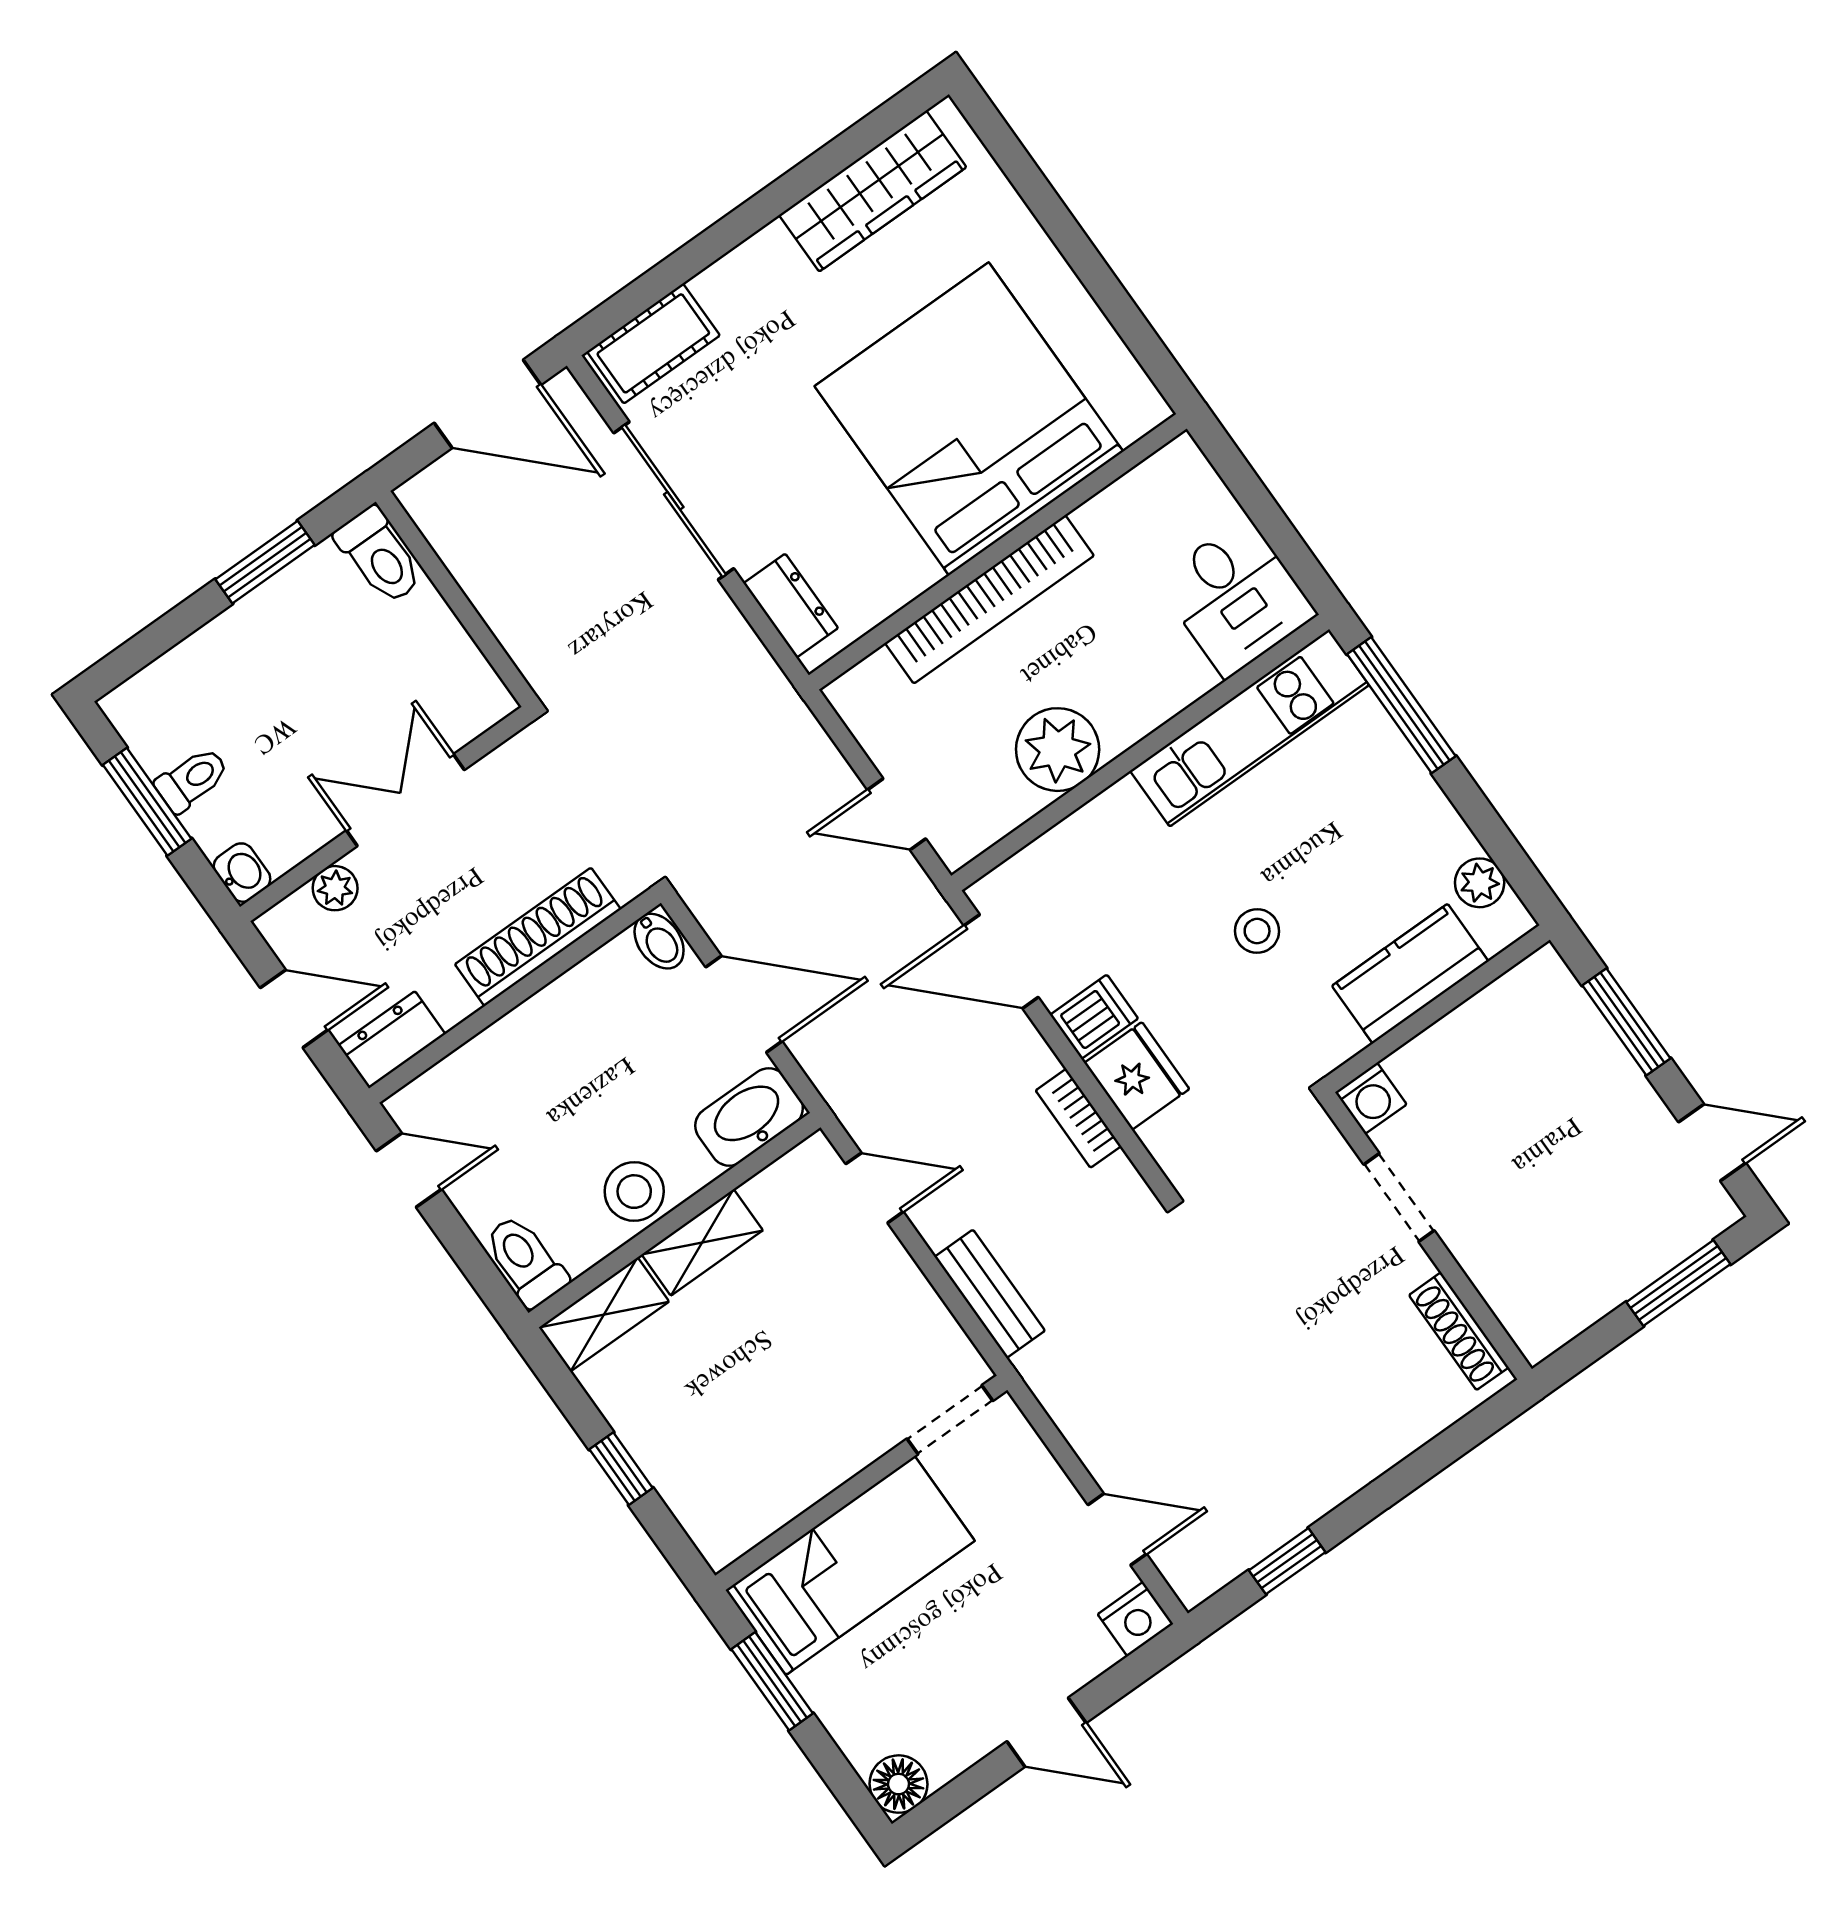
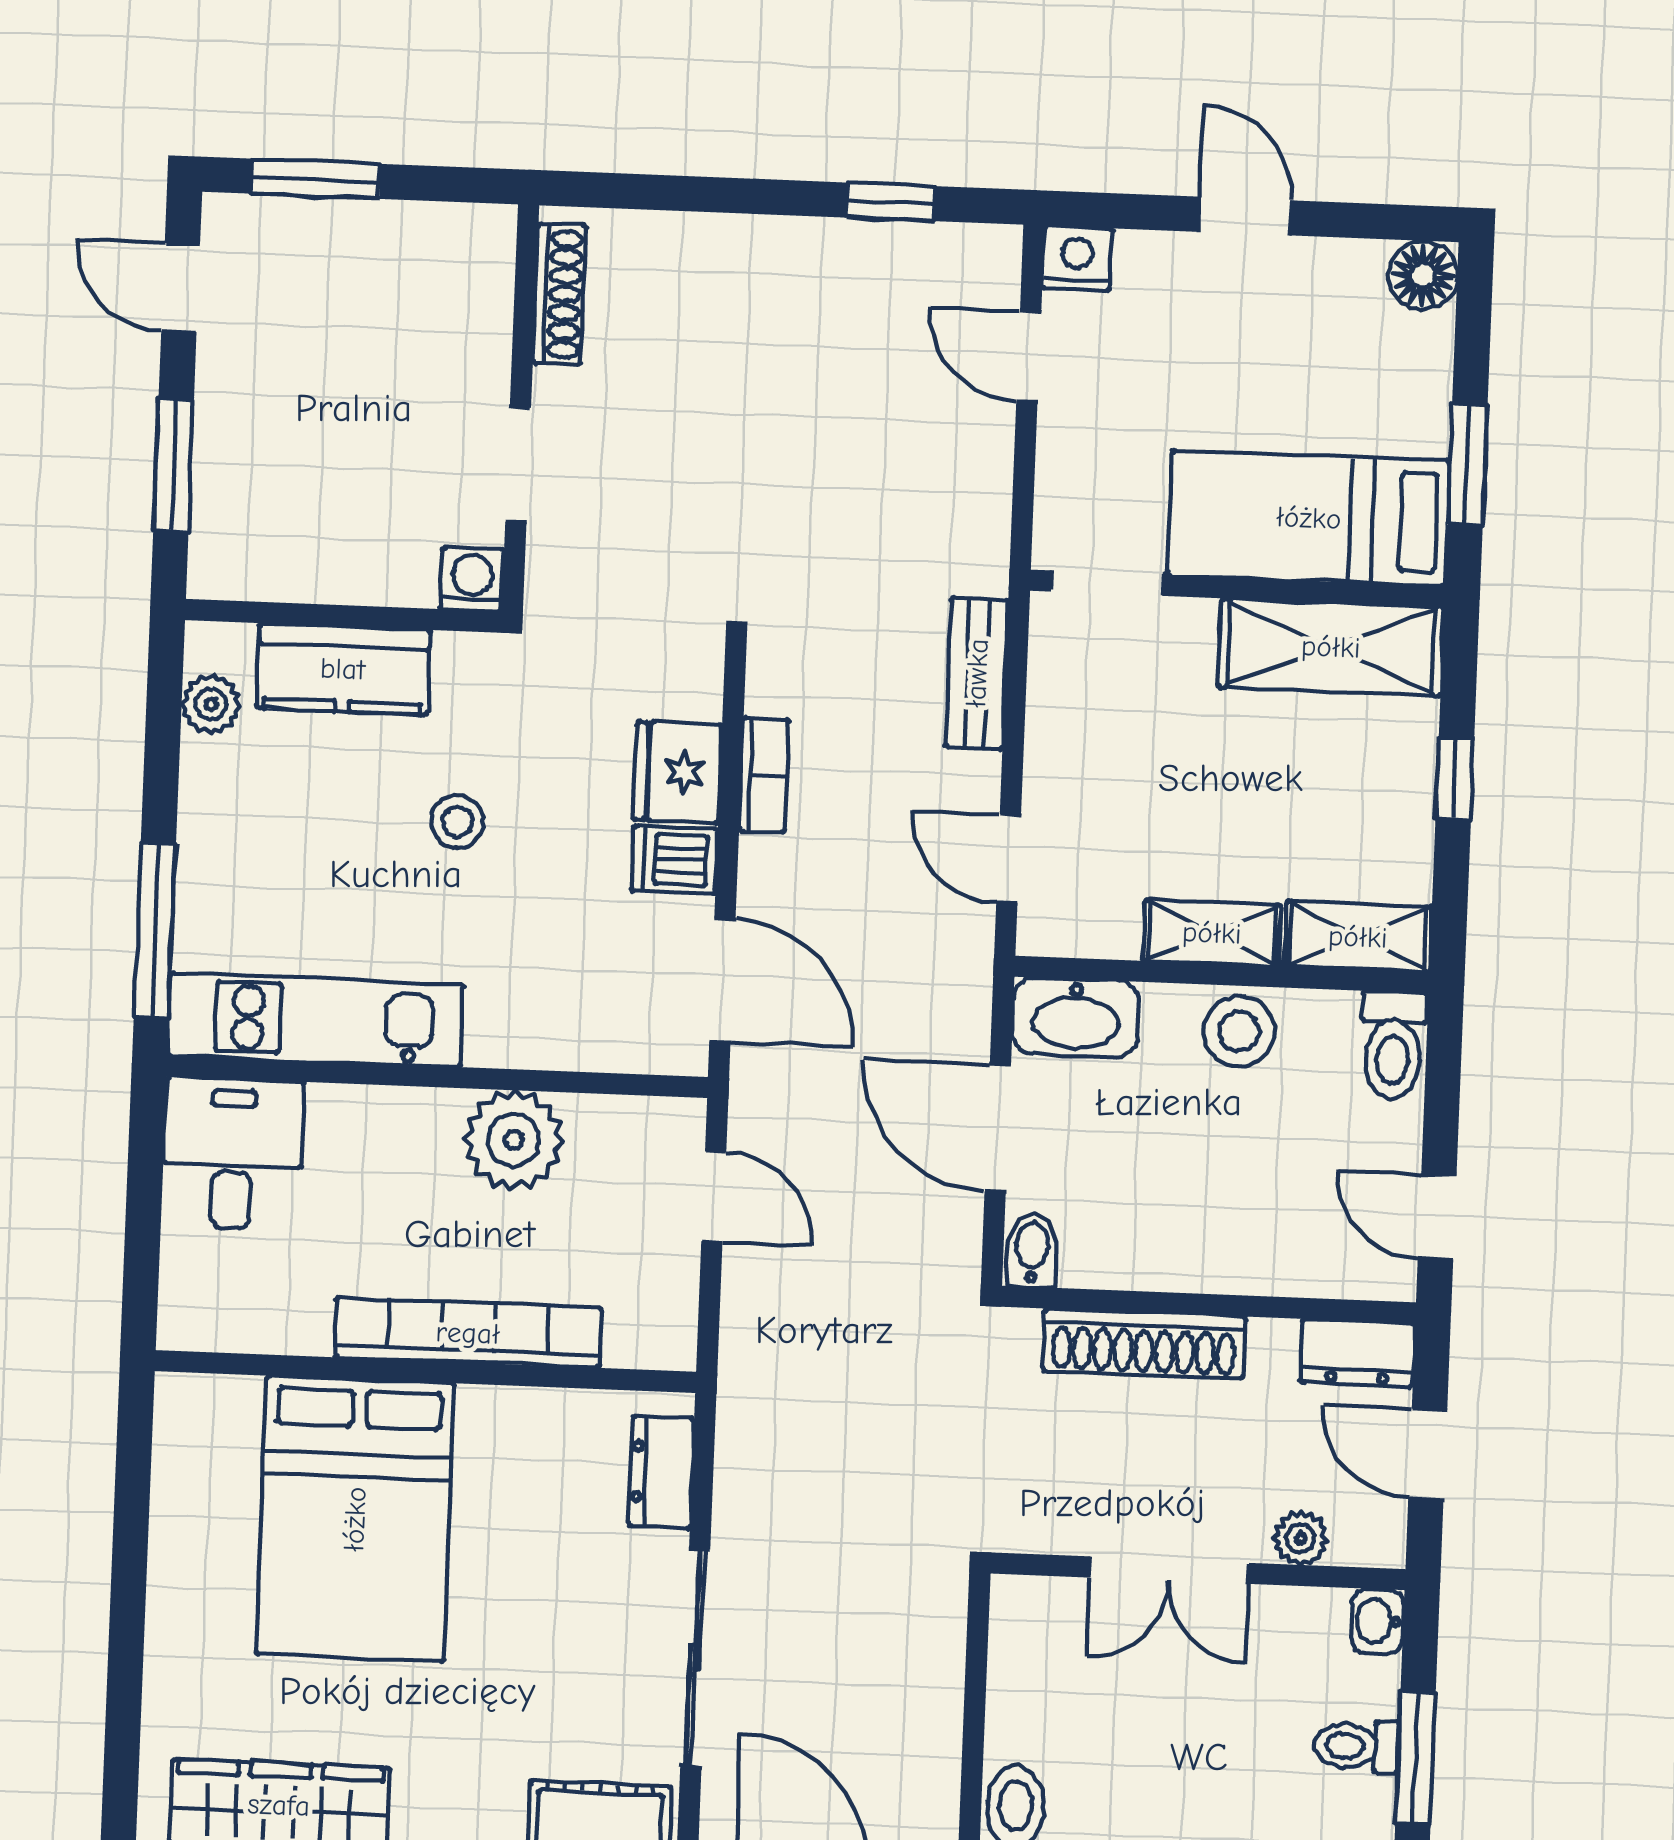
bed: (969, 419) -> (355, 1519), width x0.73
shelving: (769, 1492) -> (1331, 647), added

